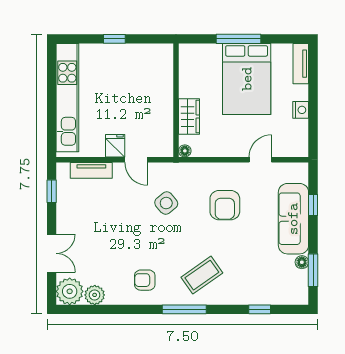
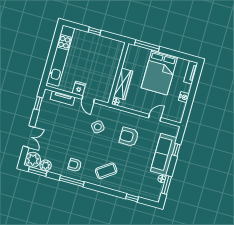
window: (239, 39) -> (147, 46), moved
wardrobe: (189, 116) -> (123, 84), width x1.50
armchair: (225, 205) -> (129, 137), turned 90
window: (84, 309) -> (38, 172), added
window: (184, 309) -> (72, 181), moved

